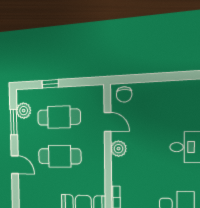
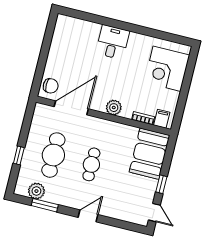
door: (108, 122) -> (71, 108), width x1.88
plant: (119, 149) -> (114, 108), moved
cafe table: (60, 156) -> (91, 164), width x0.73, depth x0.74

